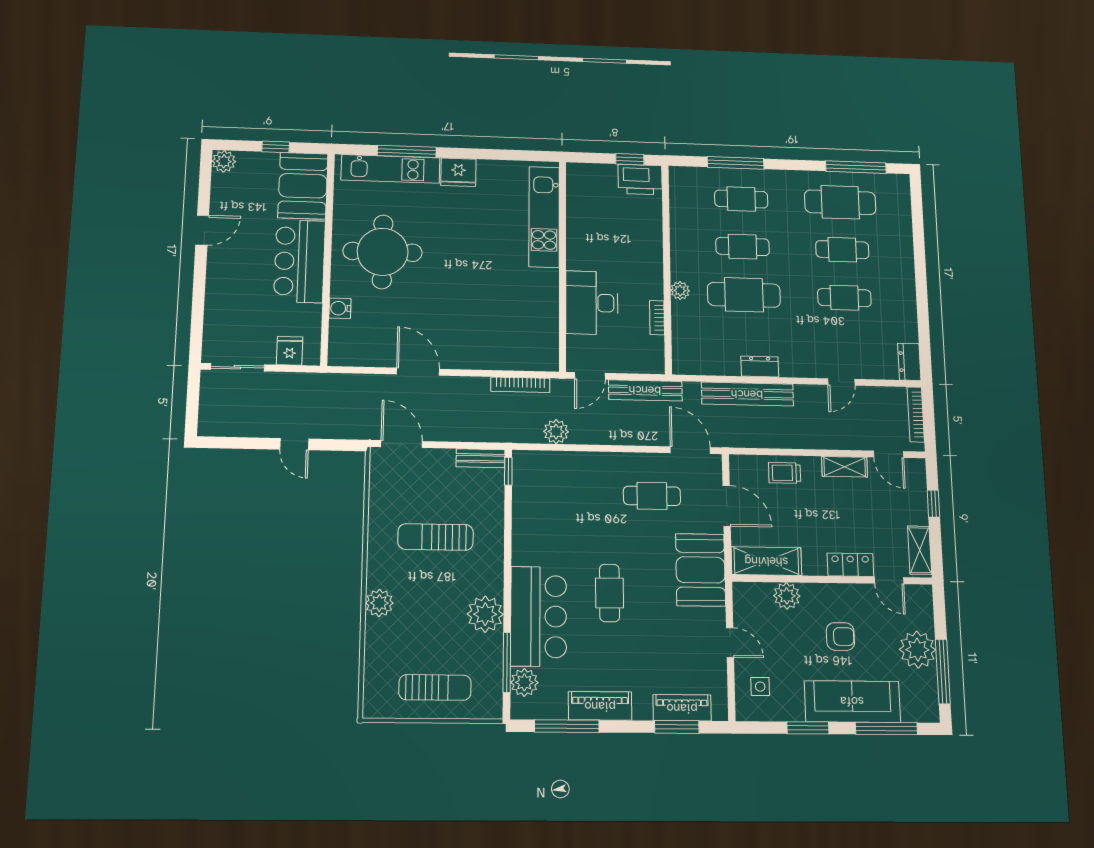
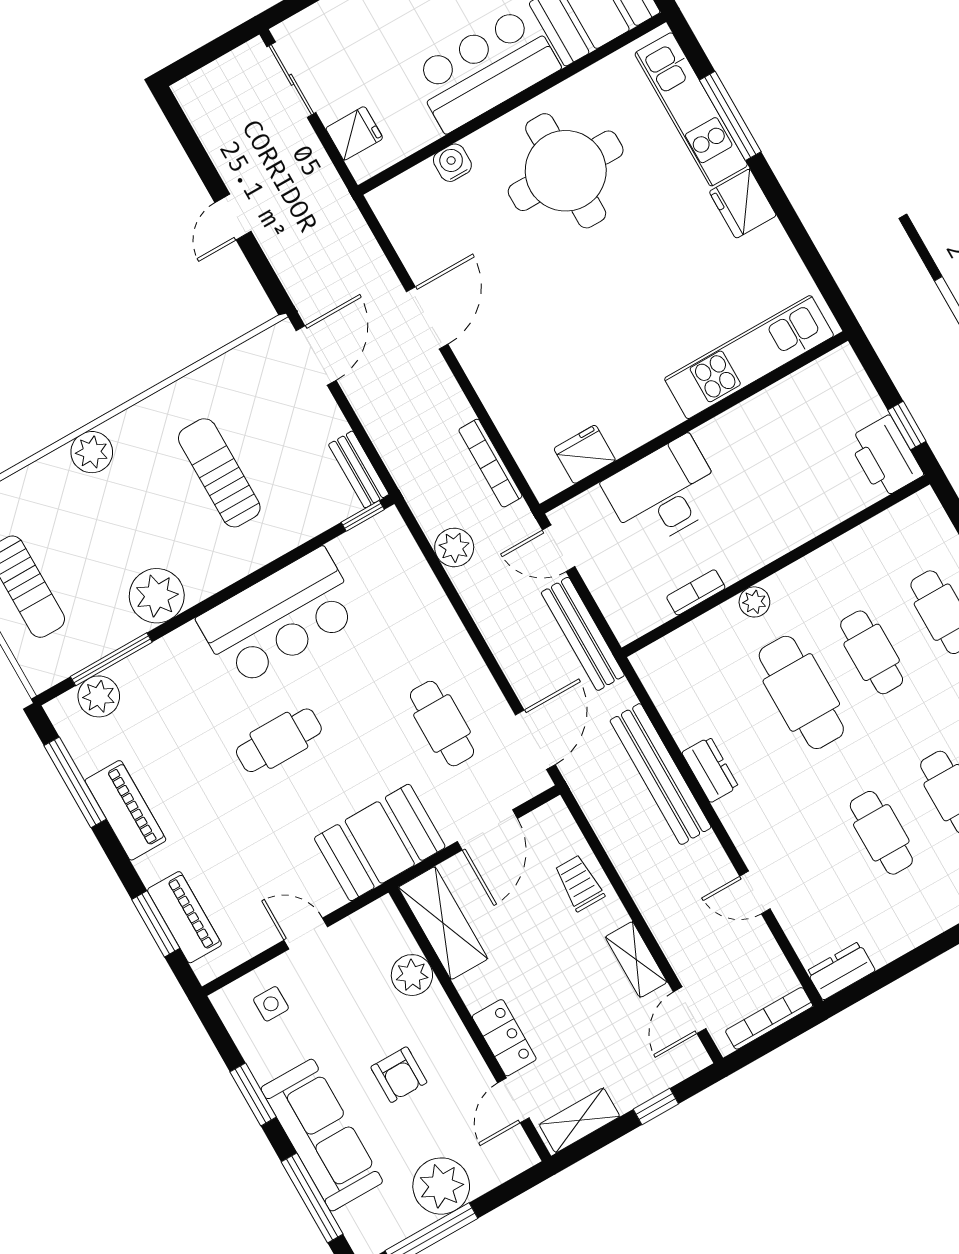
fridge: (546, 332) -> (585, 454), added
bar counter: (539, 616) -> (279, 617), moved
door: (730, 643) -> (306, 934), swing flipped

